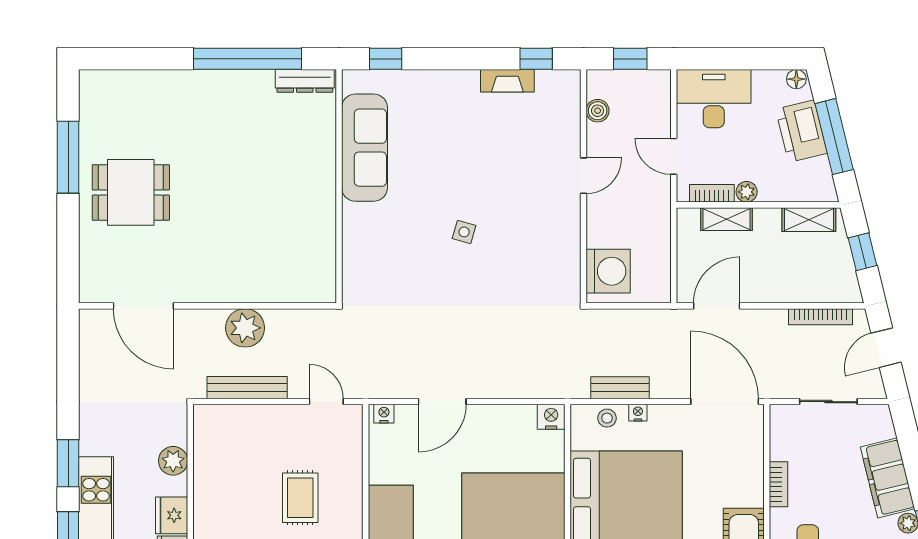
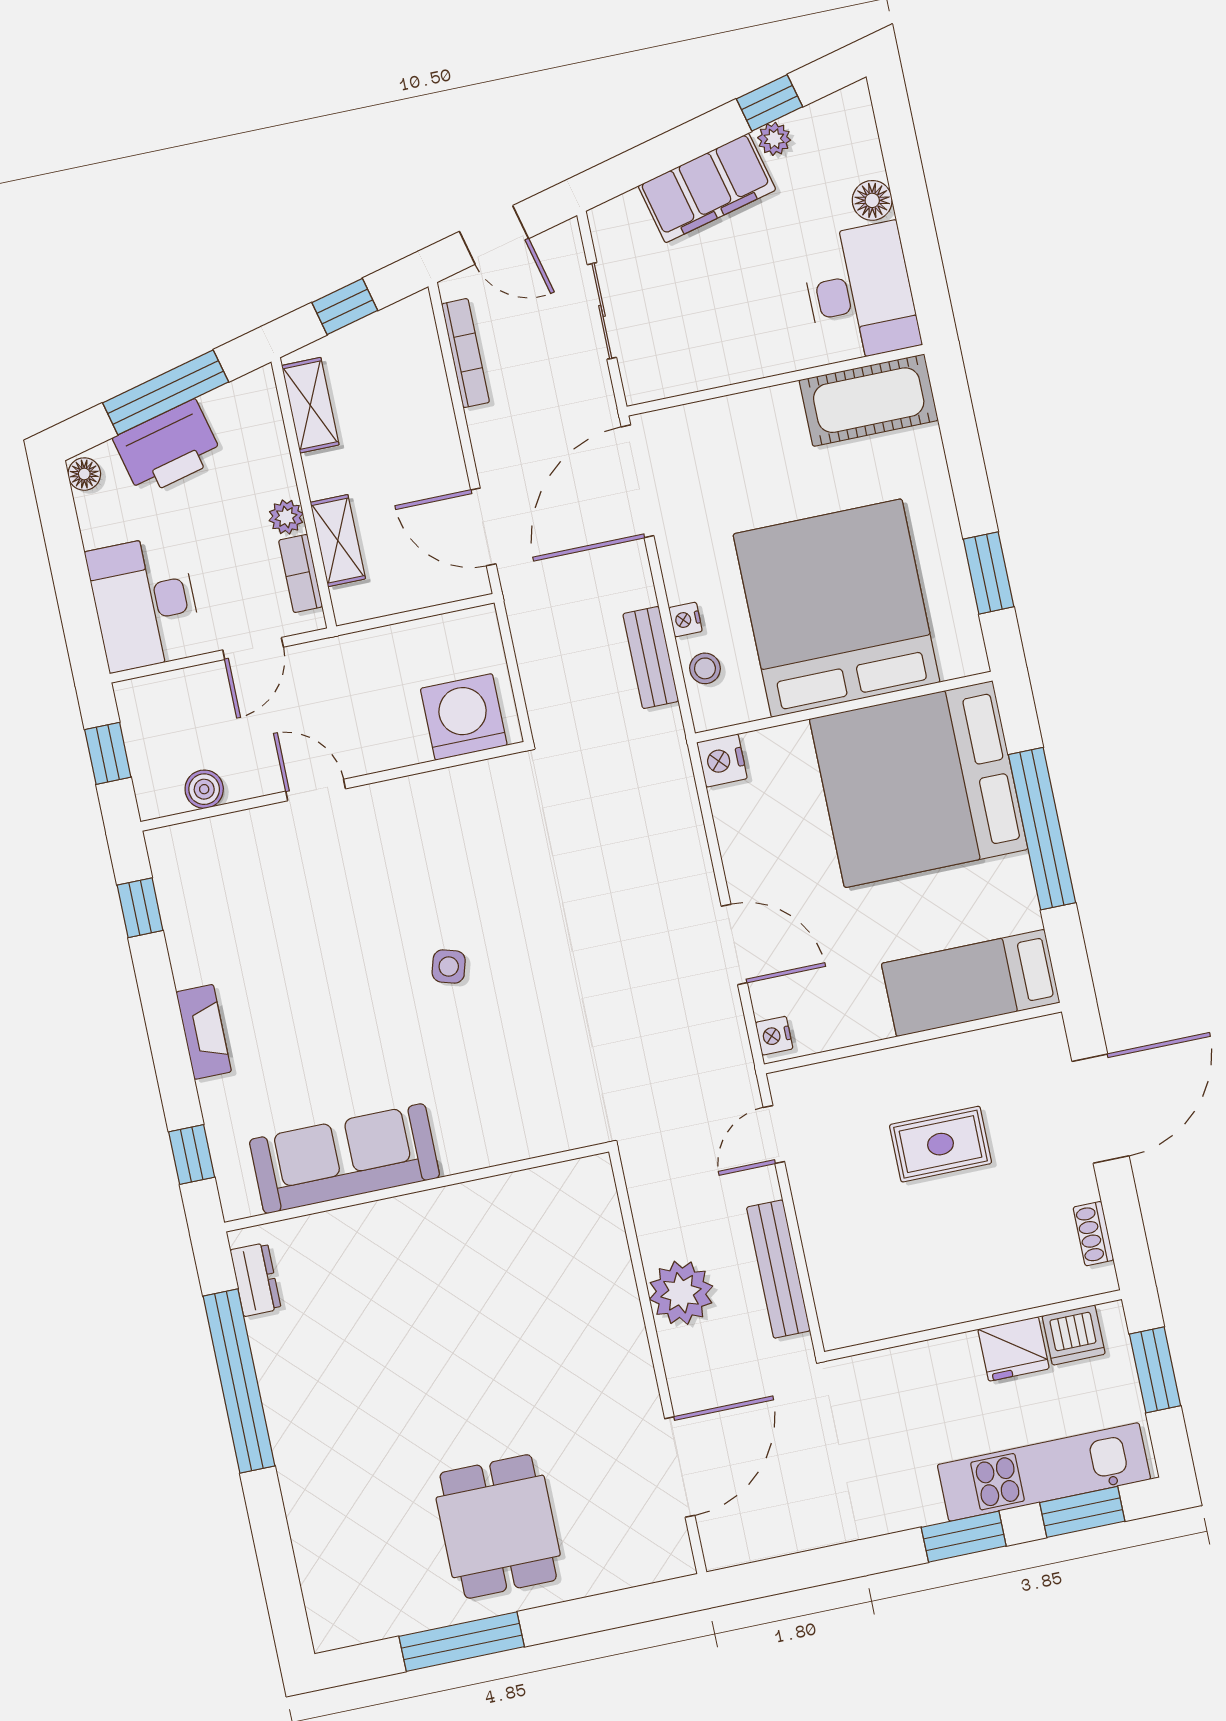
dresser: (305, 81) -> (256, 1279), width x0.70
fireplace: (507, 81) -> (204, 1032), moved
plant: (173, 461) -> (924, 1365), removed
bookcase: (779, 484) -> (755, 364), removed

